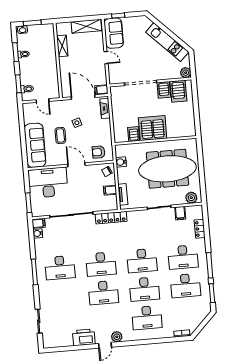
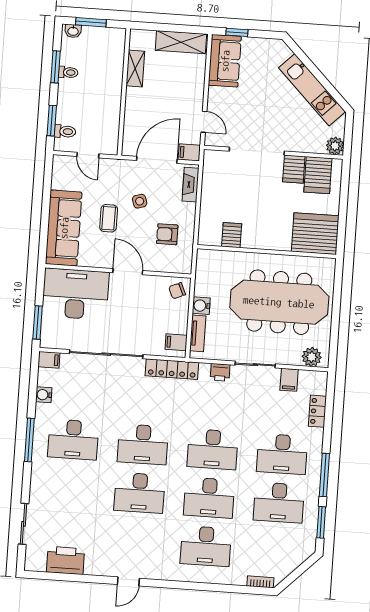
door: (106, 58) -> (204, 122), moved
door: (83, 97) -> (157, 160), hinge flipped
server rack: (153, 128) -> (315, 234), moved
armchair: (99, 152) -> (167, 234), moved
water cooler: (121, 162) -> (201, 306), moved
filing cabinet: (110, 190) -> (176, 342), moved
printer: (139, 215) -> (220, 372), added
water cooler: (38, 233) -> (44, 395), moved
printer: (84, 337) -> (66, 560), moved
plant: (117, 337) -> (150, 570), removed

